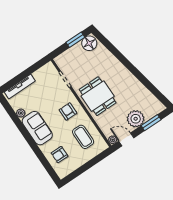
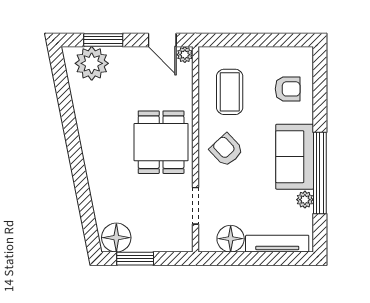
floor lamp: (41, 75) -> (231, 239), added
armchair: (68, 111) -> (226, 150), turned 137
plant: (136, 119) -> (92, 63), moved
window: (22, 128) -> (320, 173), added

